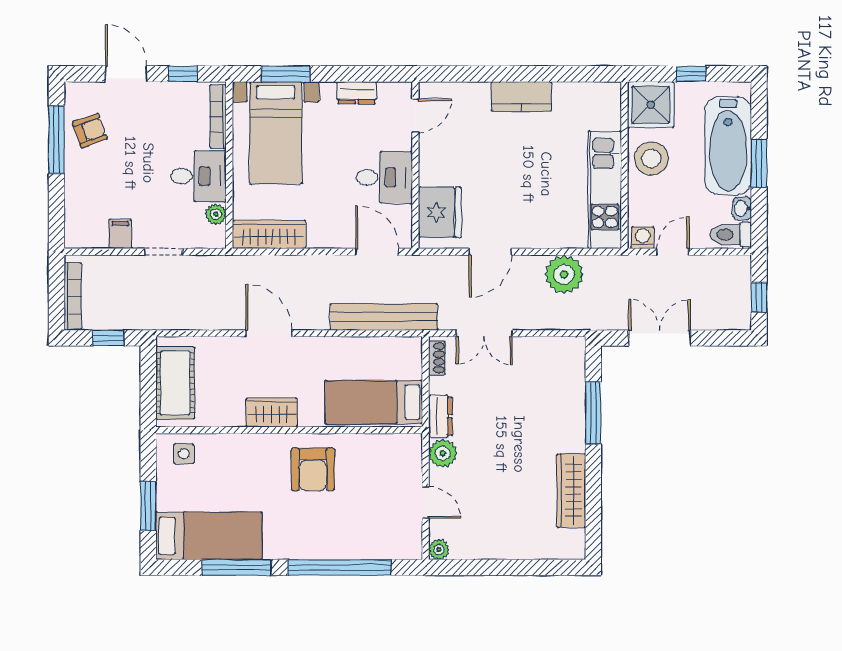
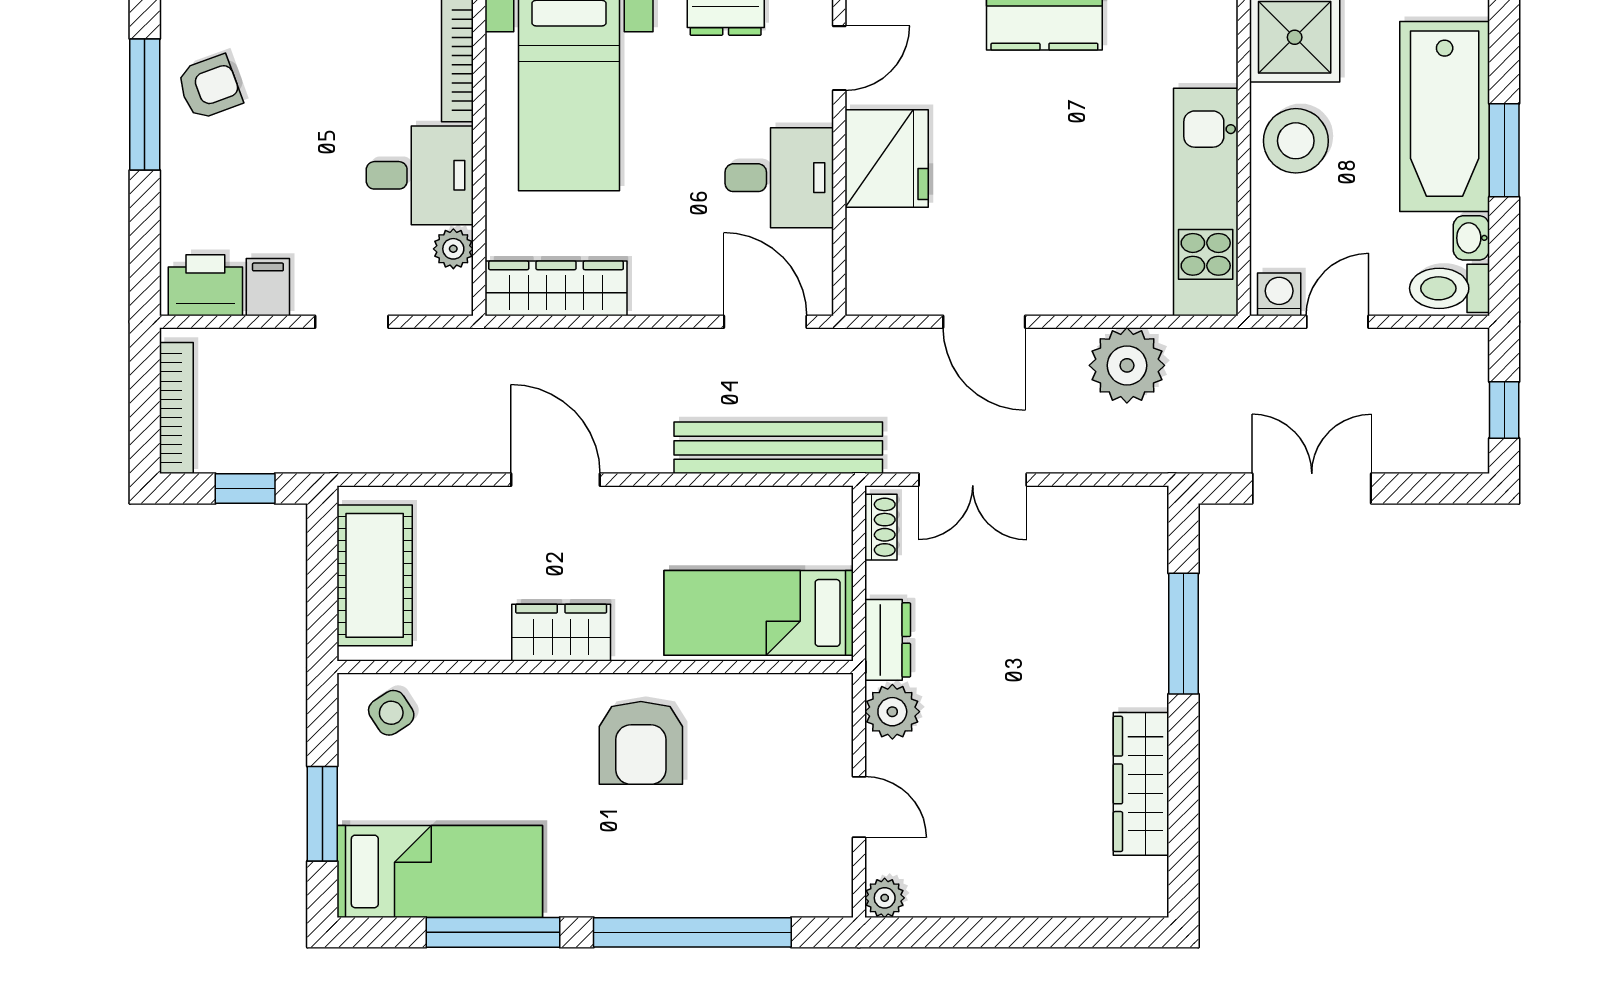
fridge: (440, 212) -> (887, 158), moved
printer: (88, 233) -> (205, 285), added
door: (490, 252) -> (984, 322), hinge flipped
side table: (184, 454) -> (391, 713), turned -33

